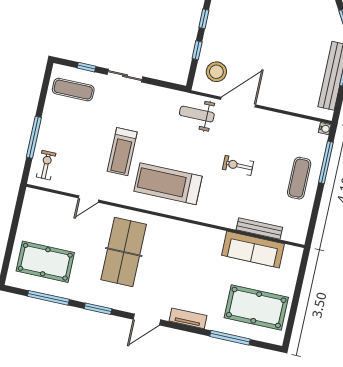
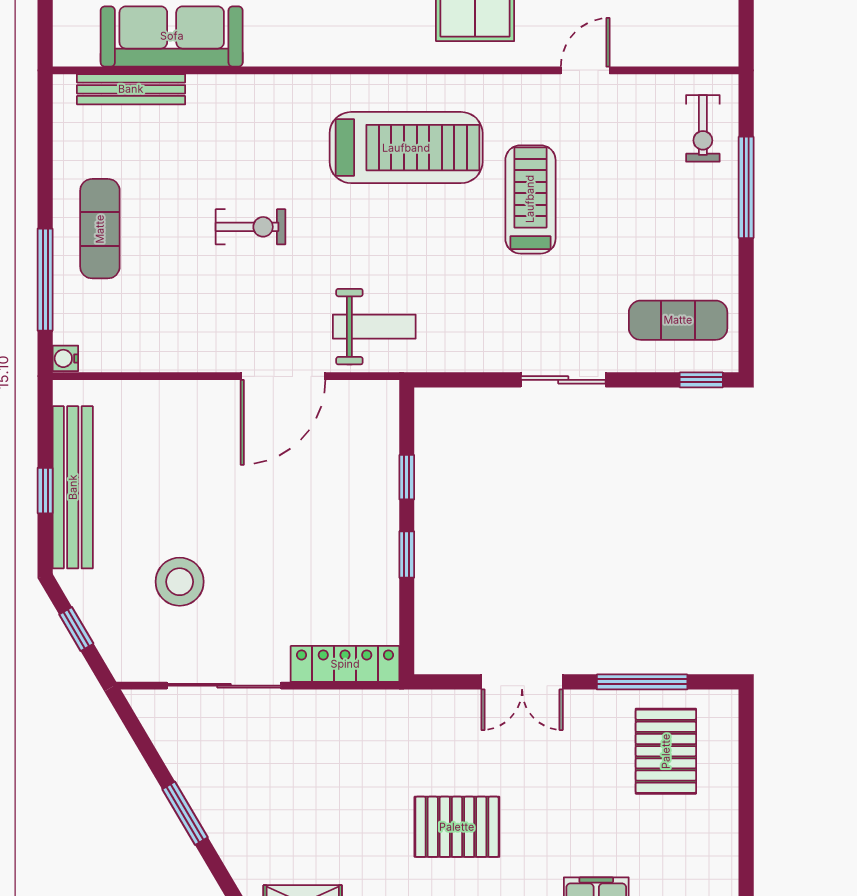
window: (86, 67) -> (701, 380), moved
stool: (216, 72) -> (180, 582), moved
bench: (259, 229) -> (131, 89), moved

